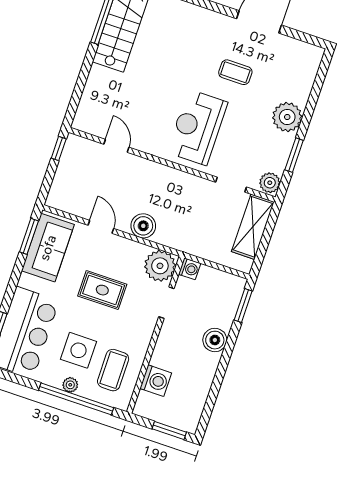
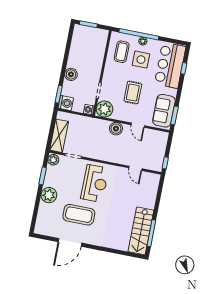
coffee table: (235, 72) -> (79, 215), width x1.86, depth x1.72
rug: (102, 290) -> (133, 93), turned 90
washing machine: (156, 381) -> (66, 103), moved, turned 180

